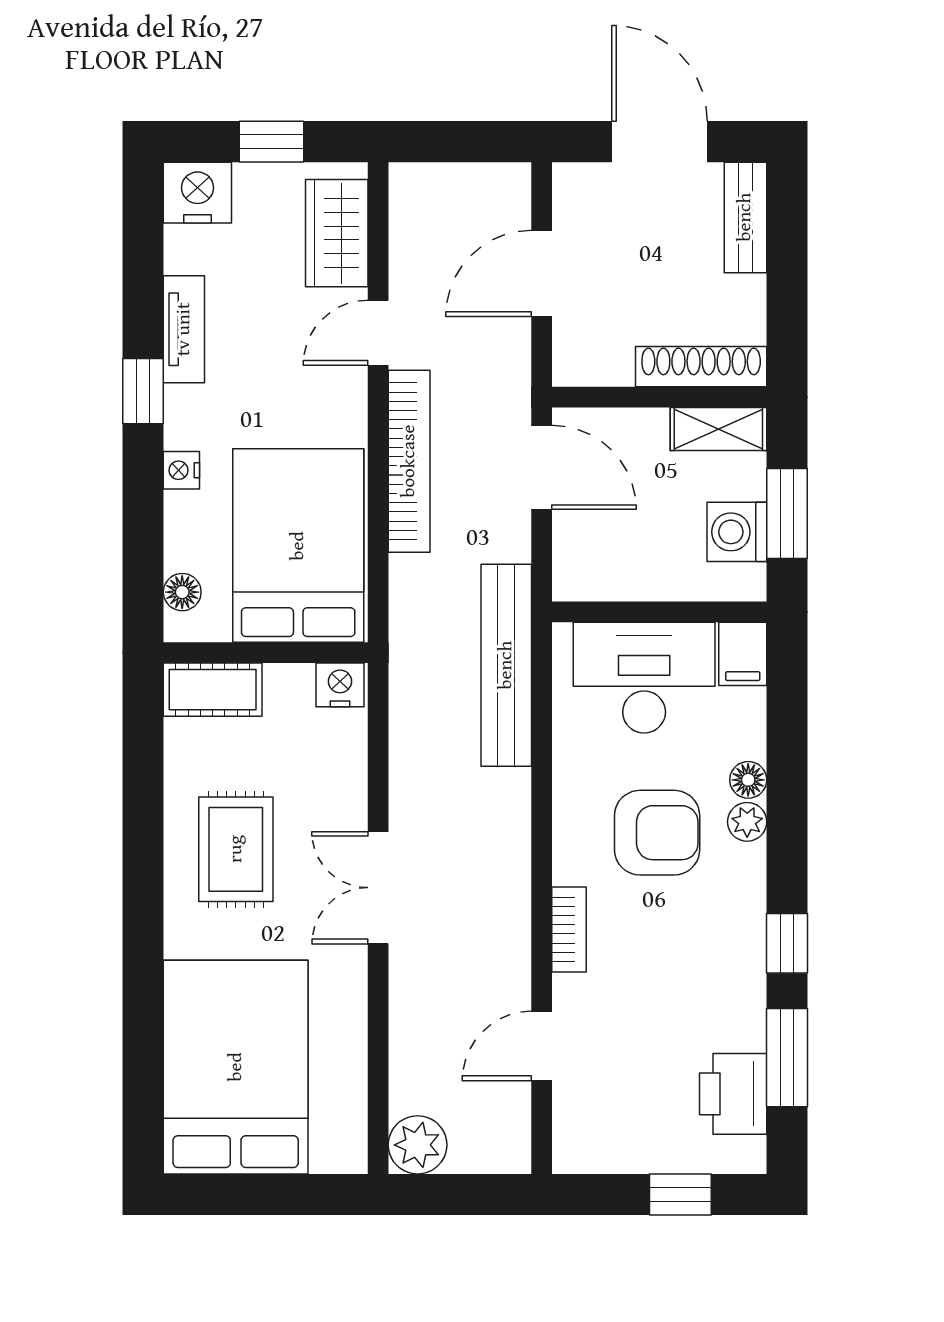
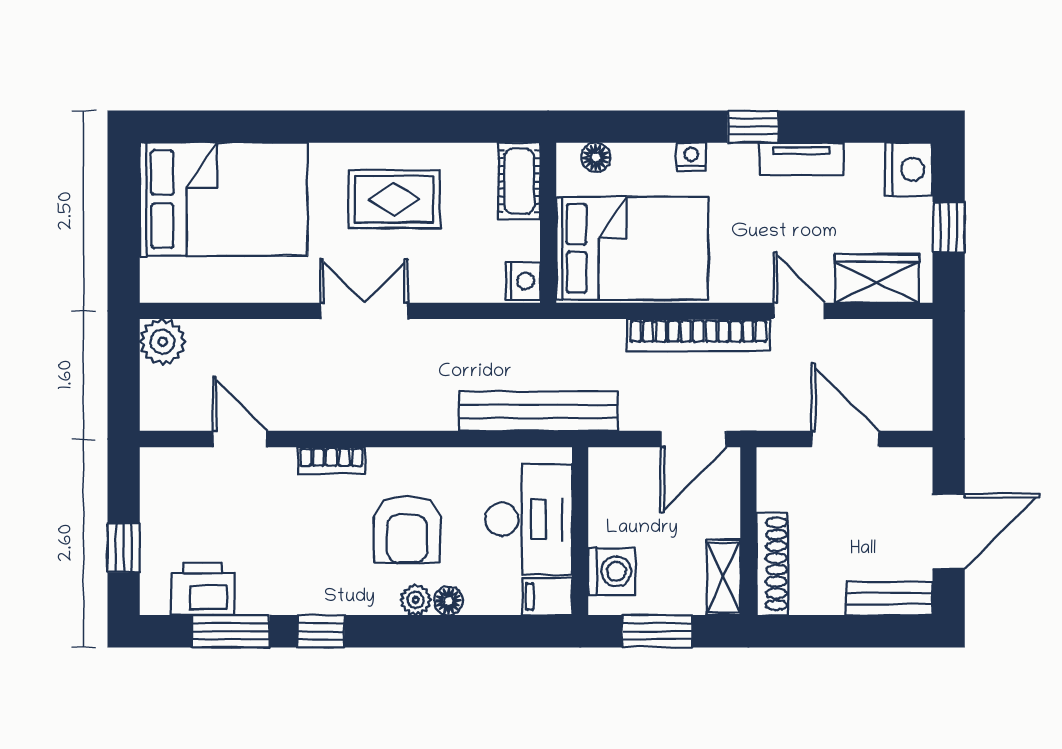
washing machine: (737, 532) -> (612, 571), moved, turned 90

